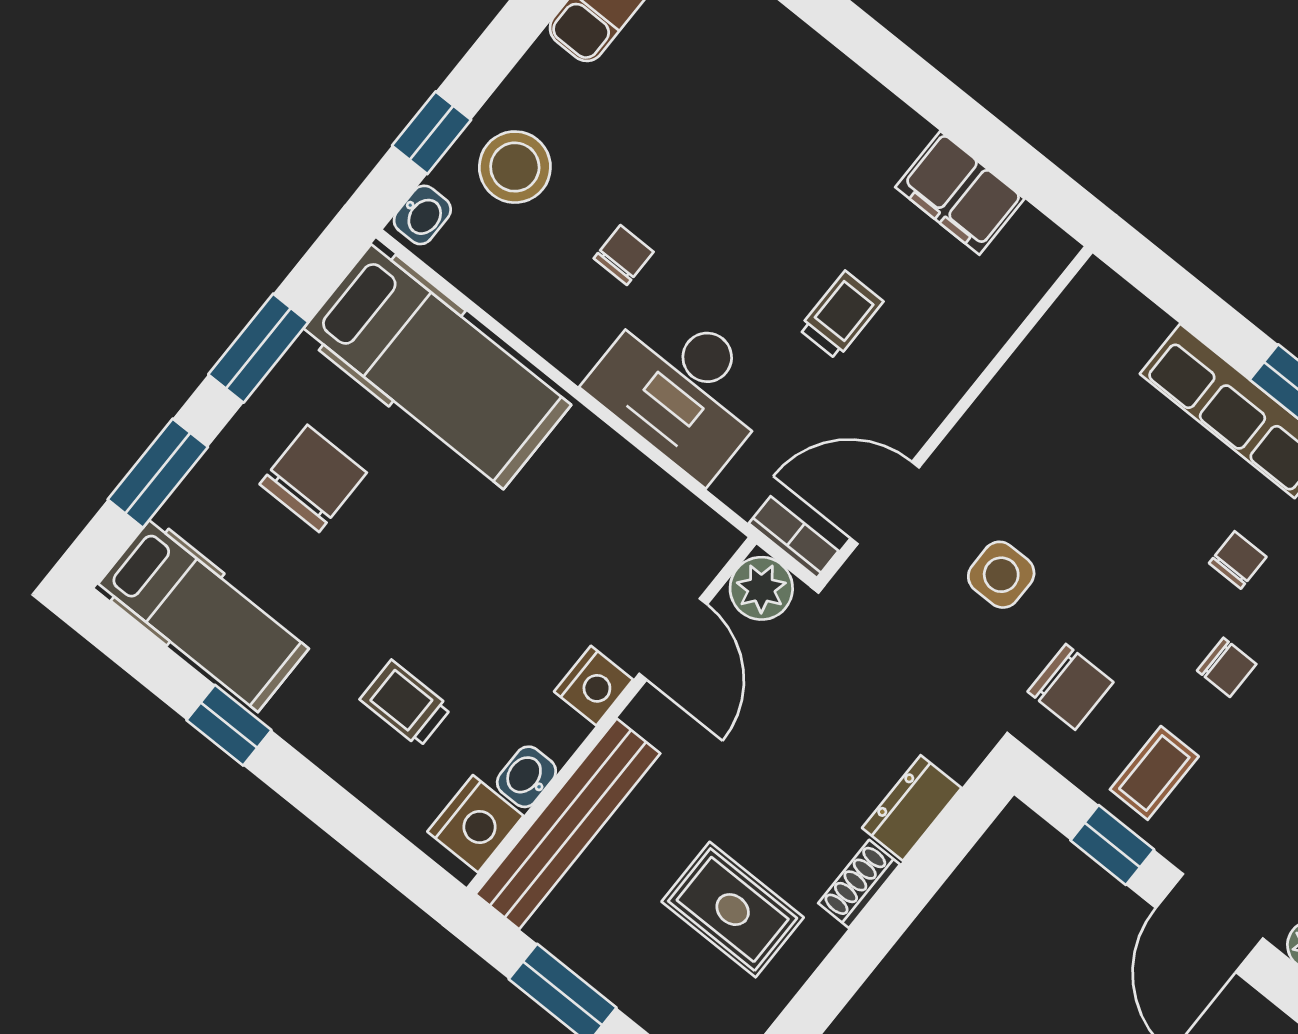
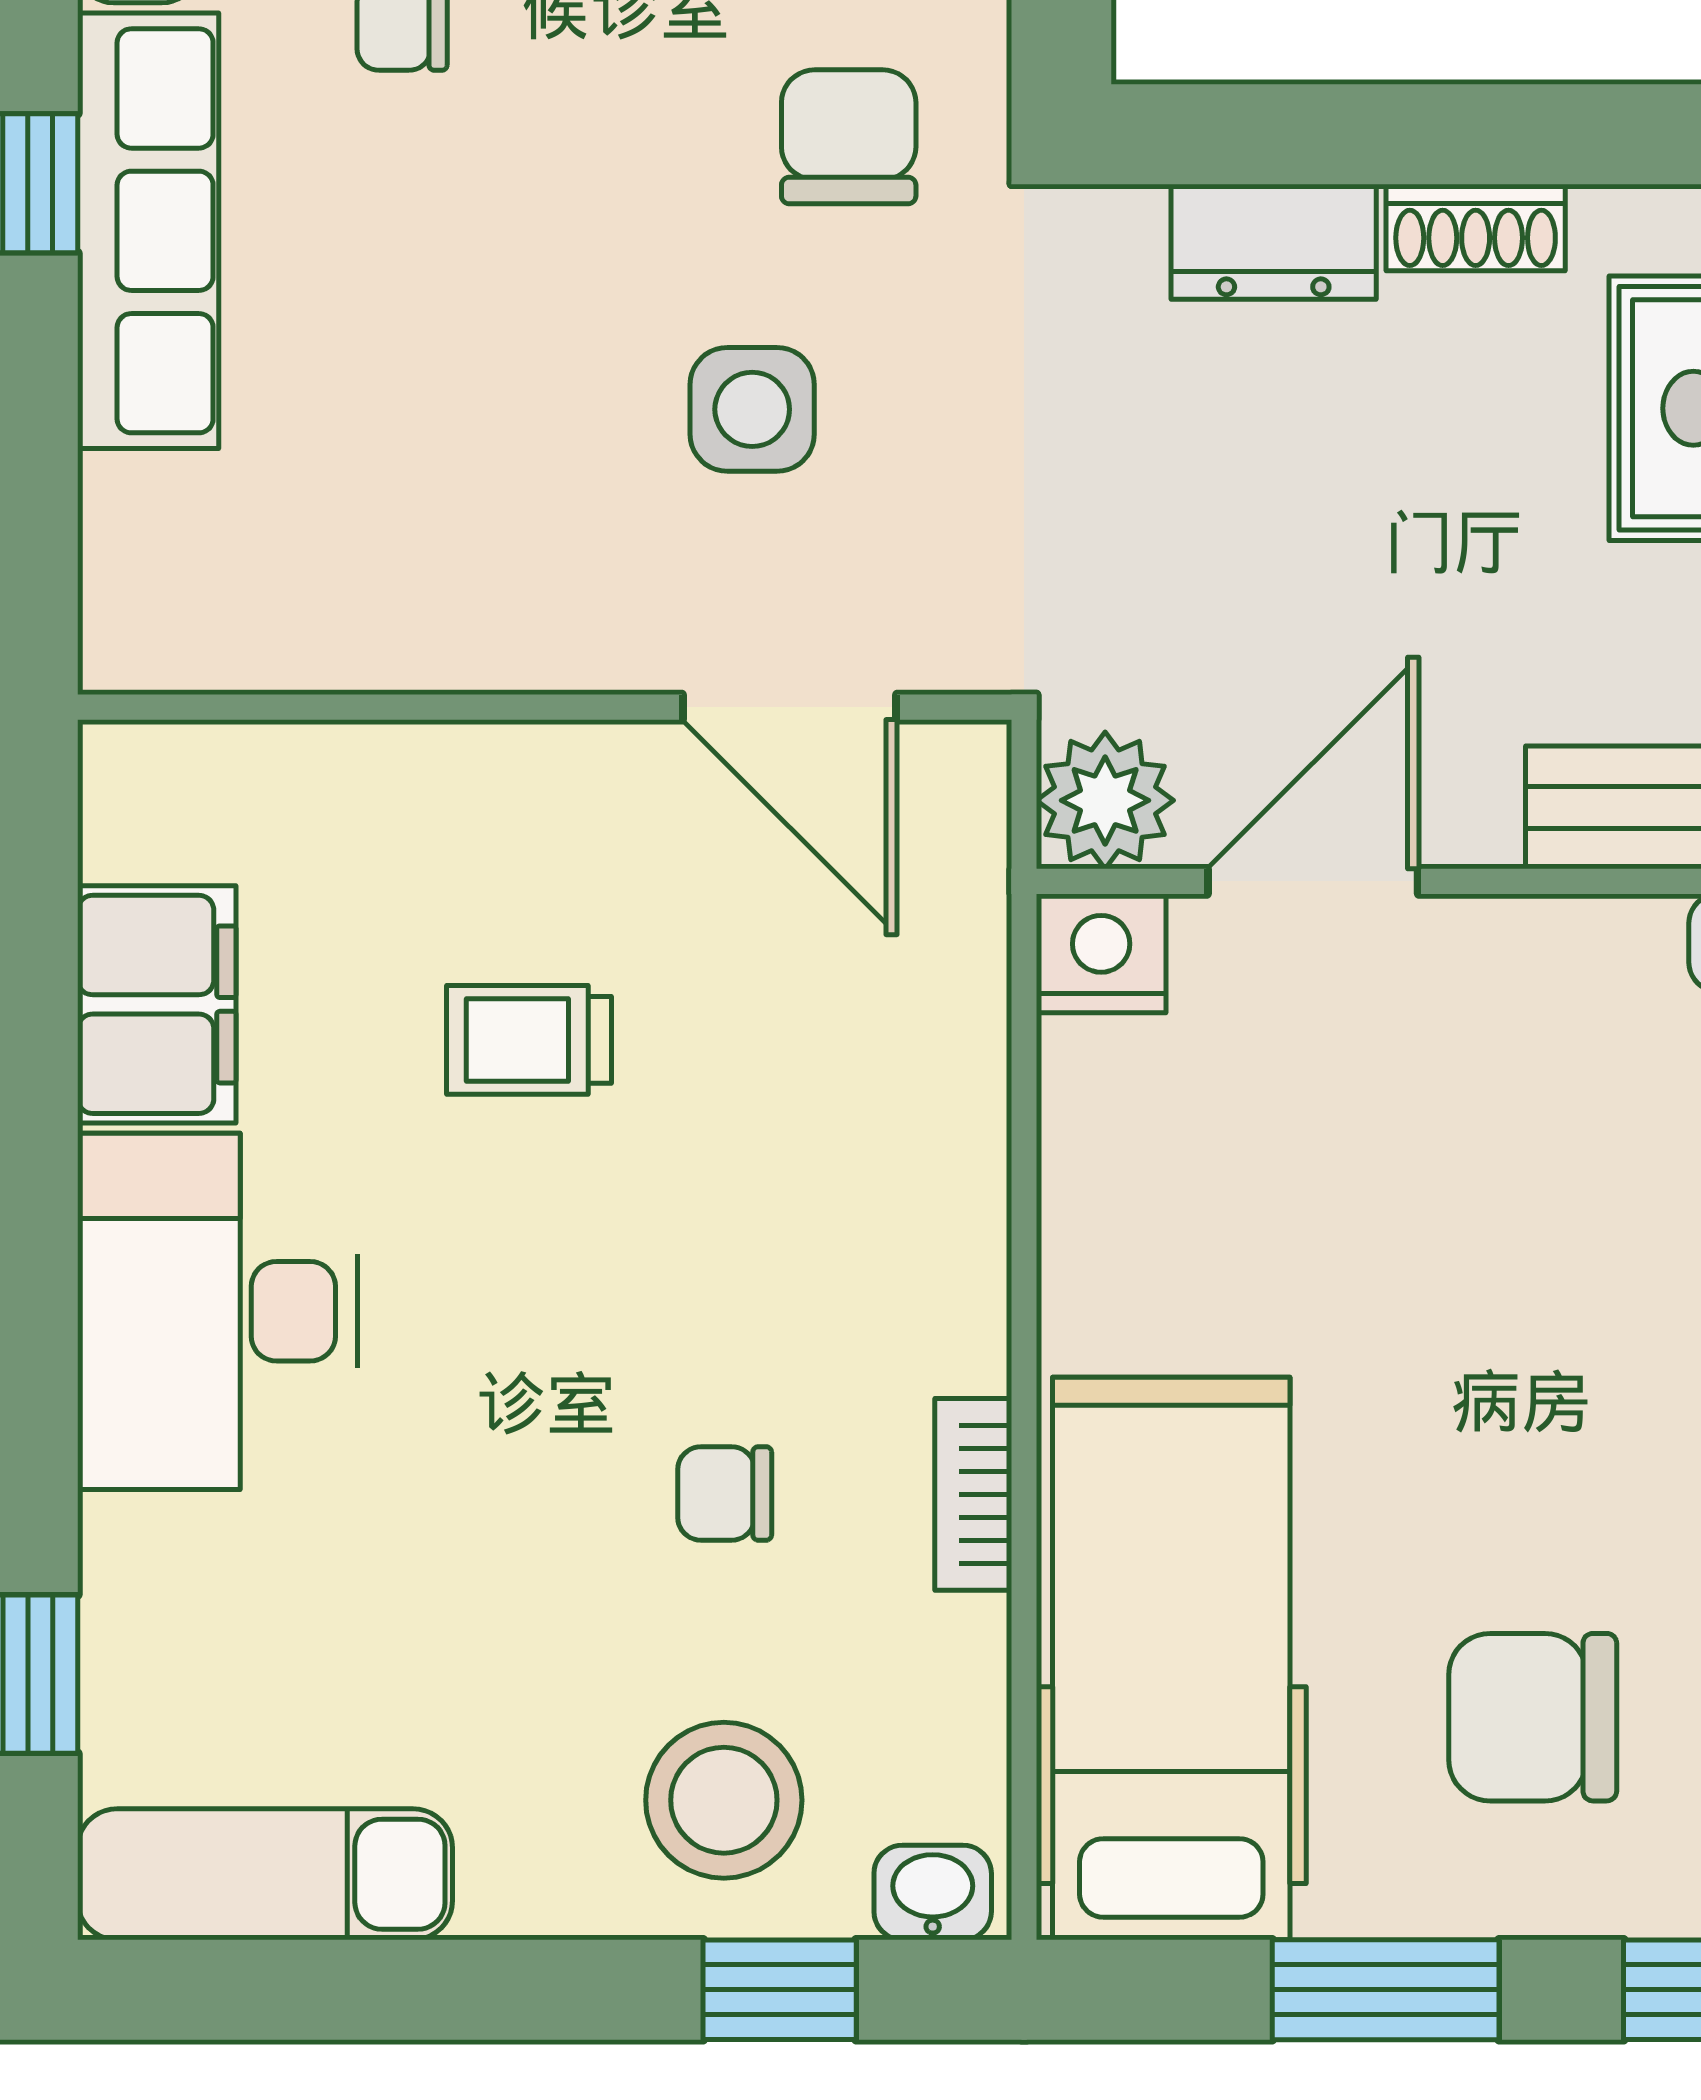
desk: (682, 388) -> (218, 1311), moved, turned 180
bookcase: (794, 537) -> (973, 1494), moved
nightstand: (594, 686) -> (1101, 953), moved

